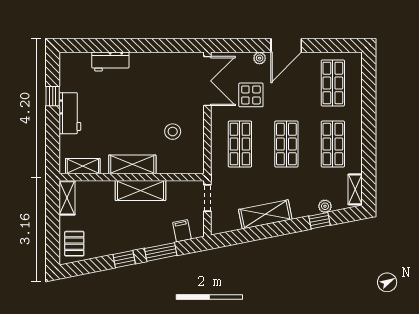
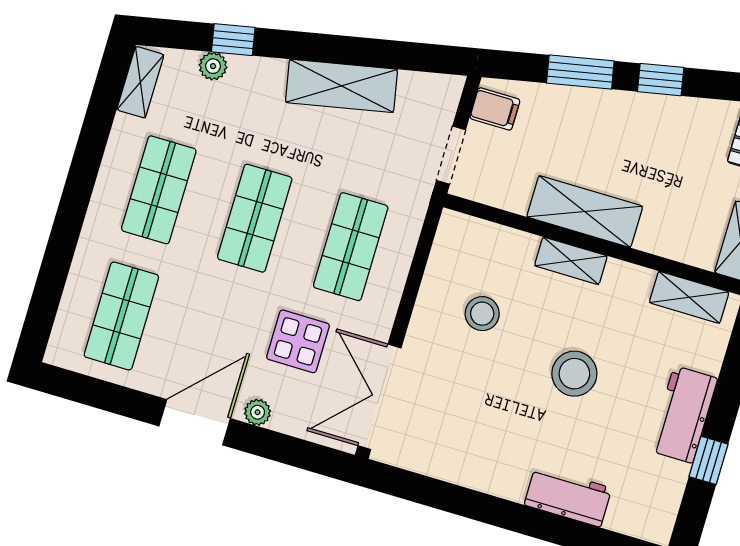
stool: (124, 117) -> (574, 374), added
shelving: (132, 164) -> (571, 261), width x0.67, depth x0.75
filing cabinet: (182, 231) -> (495, 109), moved, turned -79

